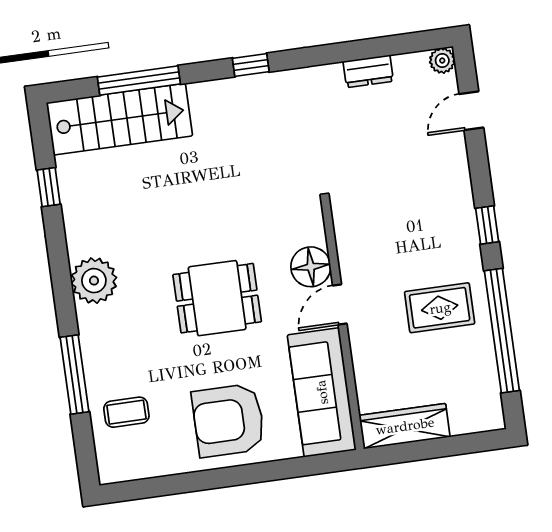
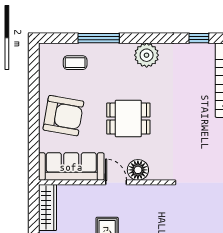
dining table: (217, 298) -> (128, 119), turned 90
coffee table: (126, 412) -> (75, 63), turned 90
armchair: (228, 420) -> (63, 116), turned 100

